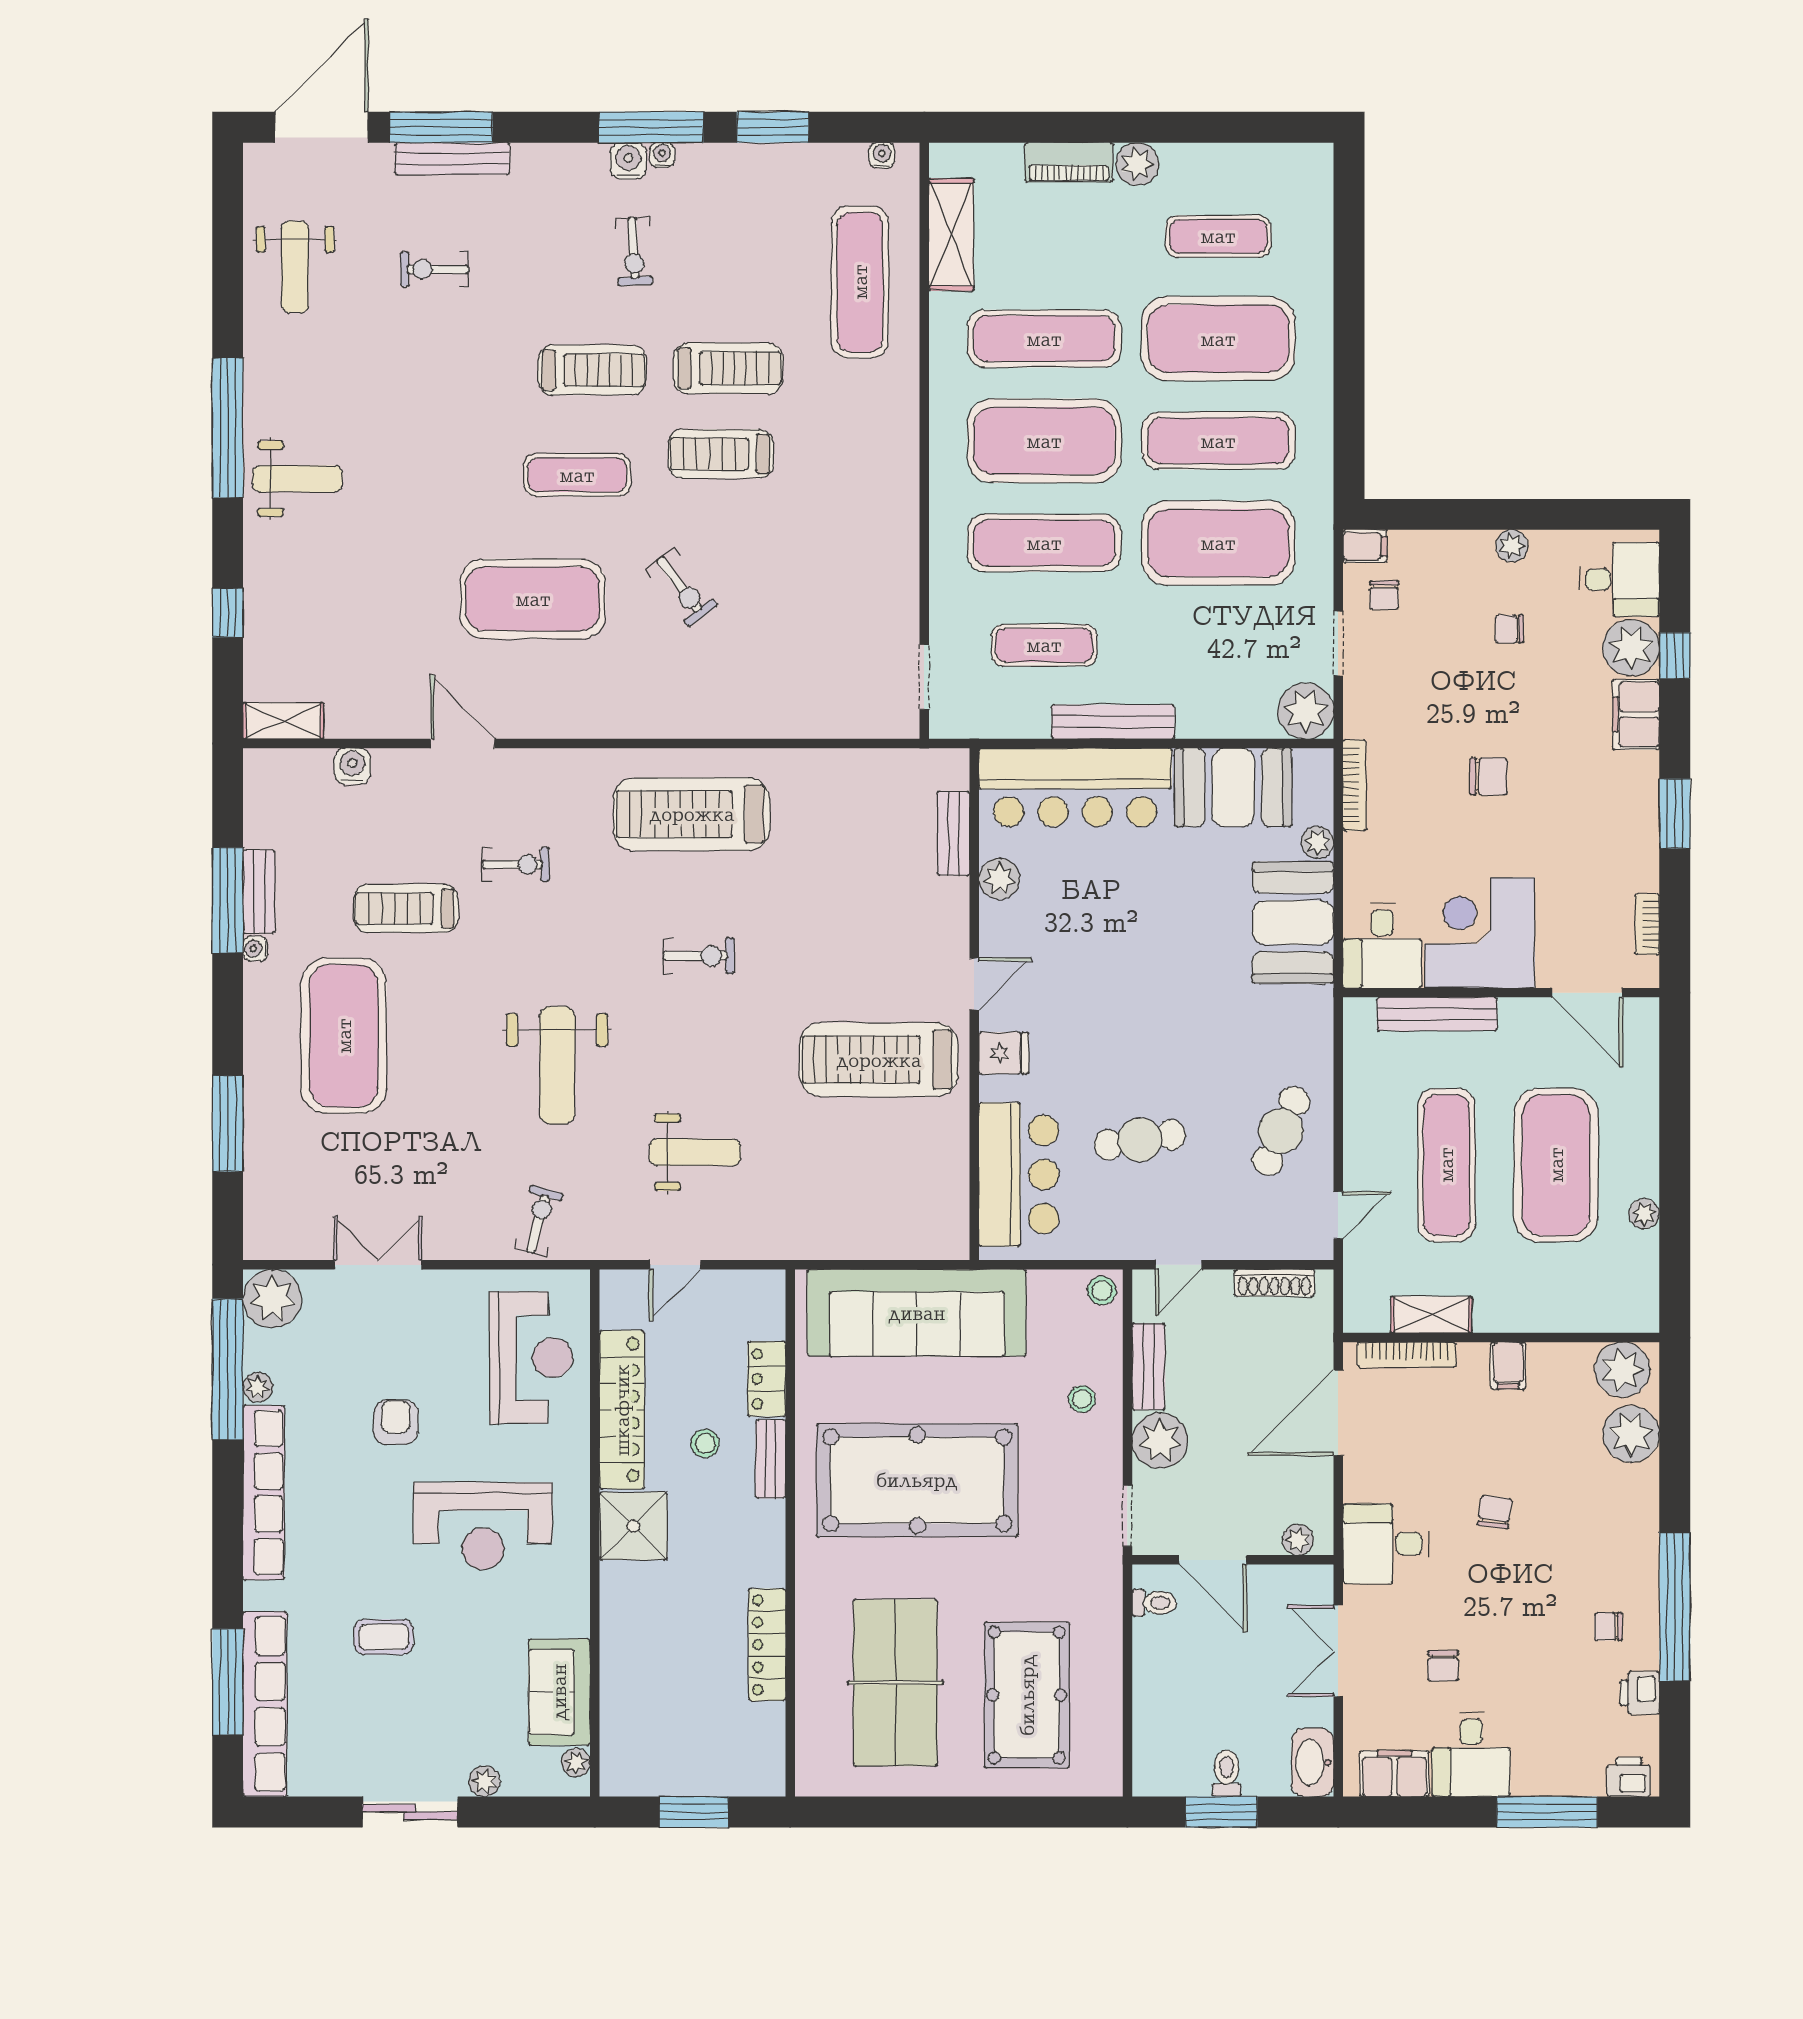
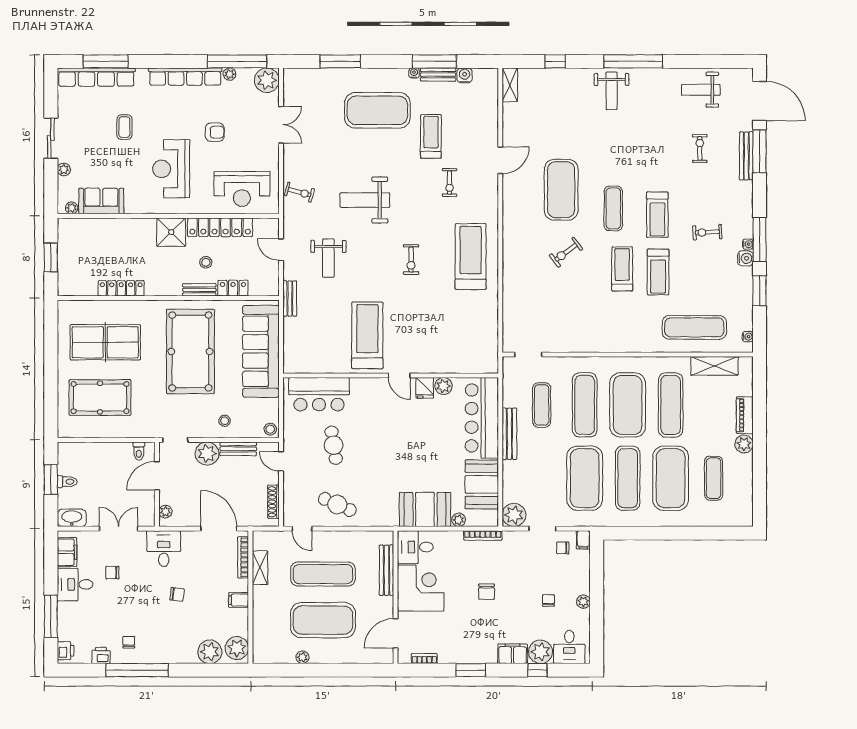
water cooler: (628, 161) -> (745, 258), moved
water cooler: (352, 766) -> (465, 75), moved, turned -90
bench: (953, 834) -> (290, 298), moved, turned 90
fridge: (1004, 1053) -> (425, 388), moved

